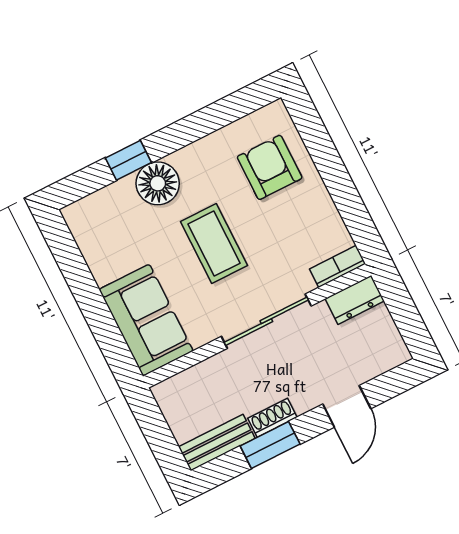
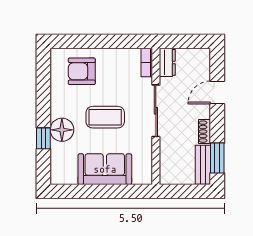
sofa: (146, 320) -> (105, 169), moved
door: (347, 406) -> (217, 92), swing flipped
window: (270, 445) -> (217, 158), moved

